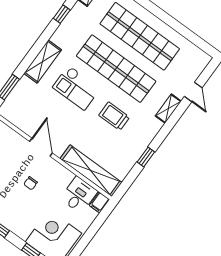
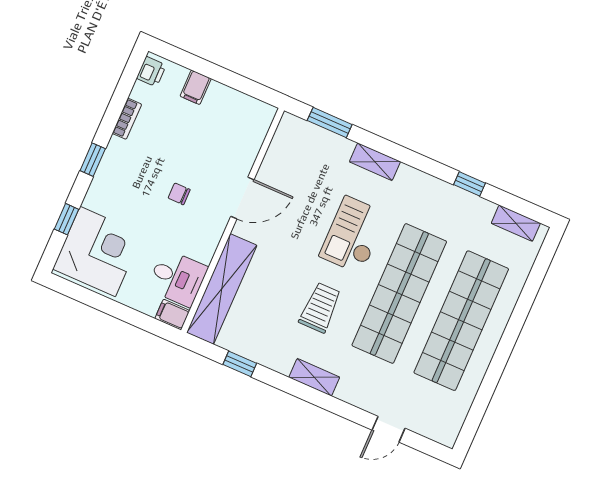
shelving: (43, 62) -> (375, 162), width x0.67, depth x0.75
shelving: (168, 109) -> (314, 377), moved
window: (146, 157) -> (240, 364), moved

